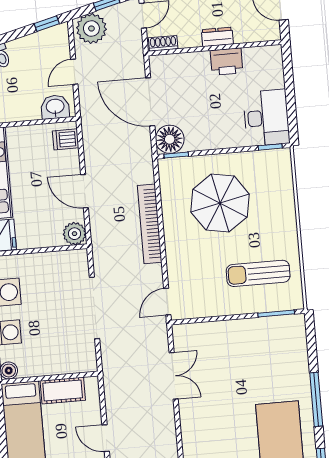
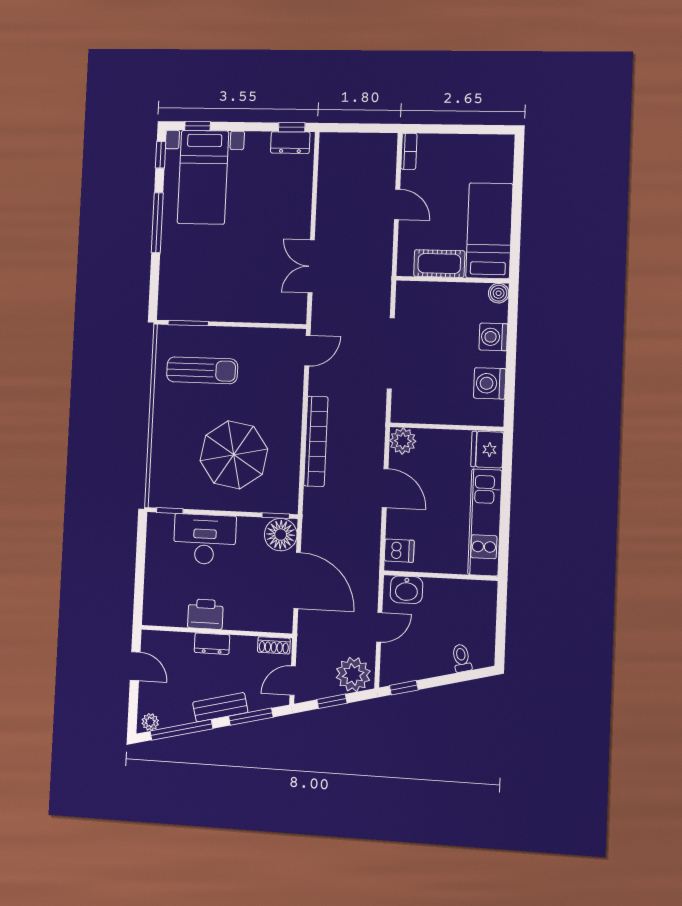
desk: (266, 118) -> (205, 539), moved, turned 90

